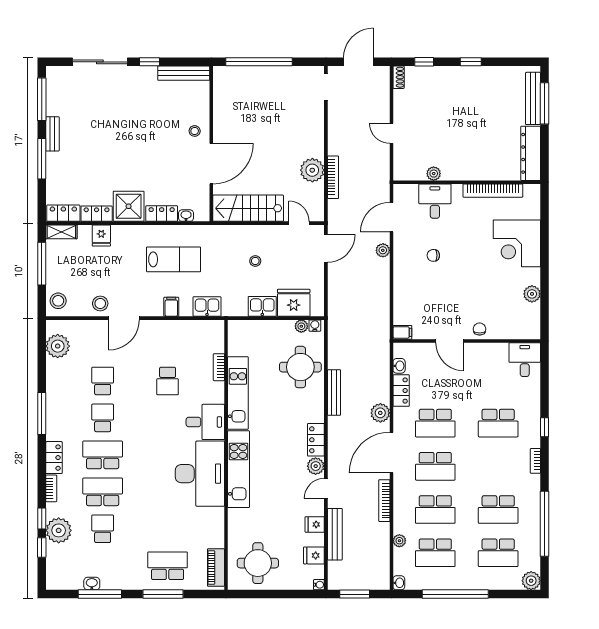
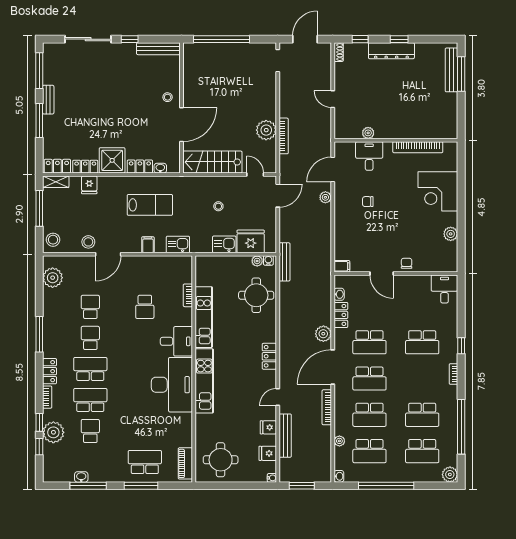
dresser: (531, 153) -> (391, 51), moved, turned -90
bench: (334, 393) -> (284, 262), moved
plant: (316, 466) -> (269, 378), removed

